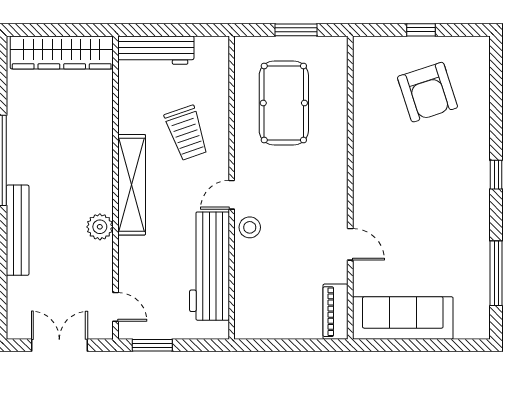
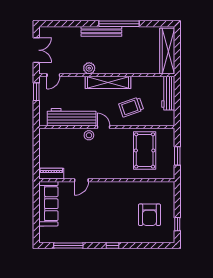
window: (421, 30) -> (177, 224), moved
armchair: (428, 92) -> (149, 215), turned -72
pool table: (284, 103) -> (145, 150), turned 90
bench: (18, 230) -> (101, 31), moved

